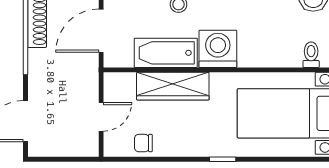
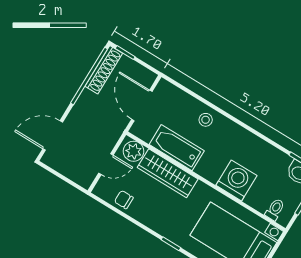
door: (101, 31) -> (142, 105), hinge flipped
washing machine: (218, 49) -> (236, 180), moved
plant: (122, 85) -> (134, 151), added

